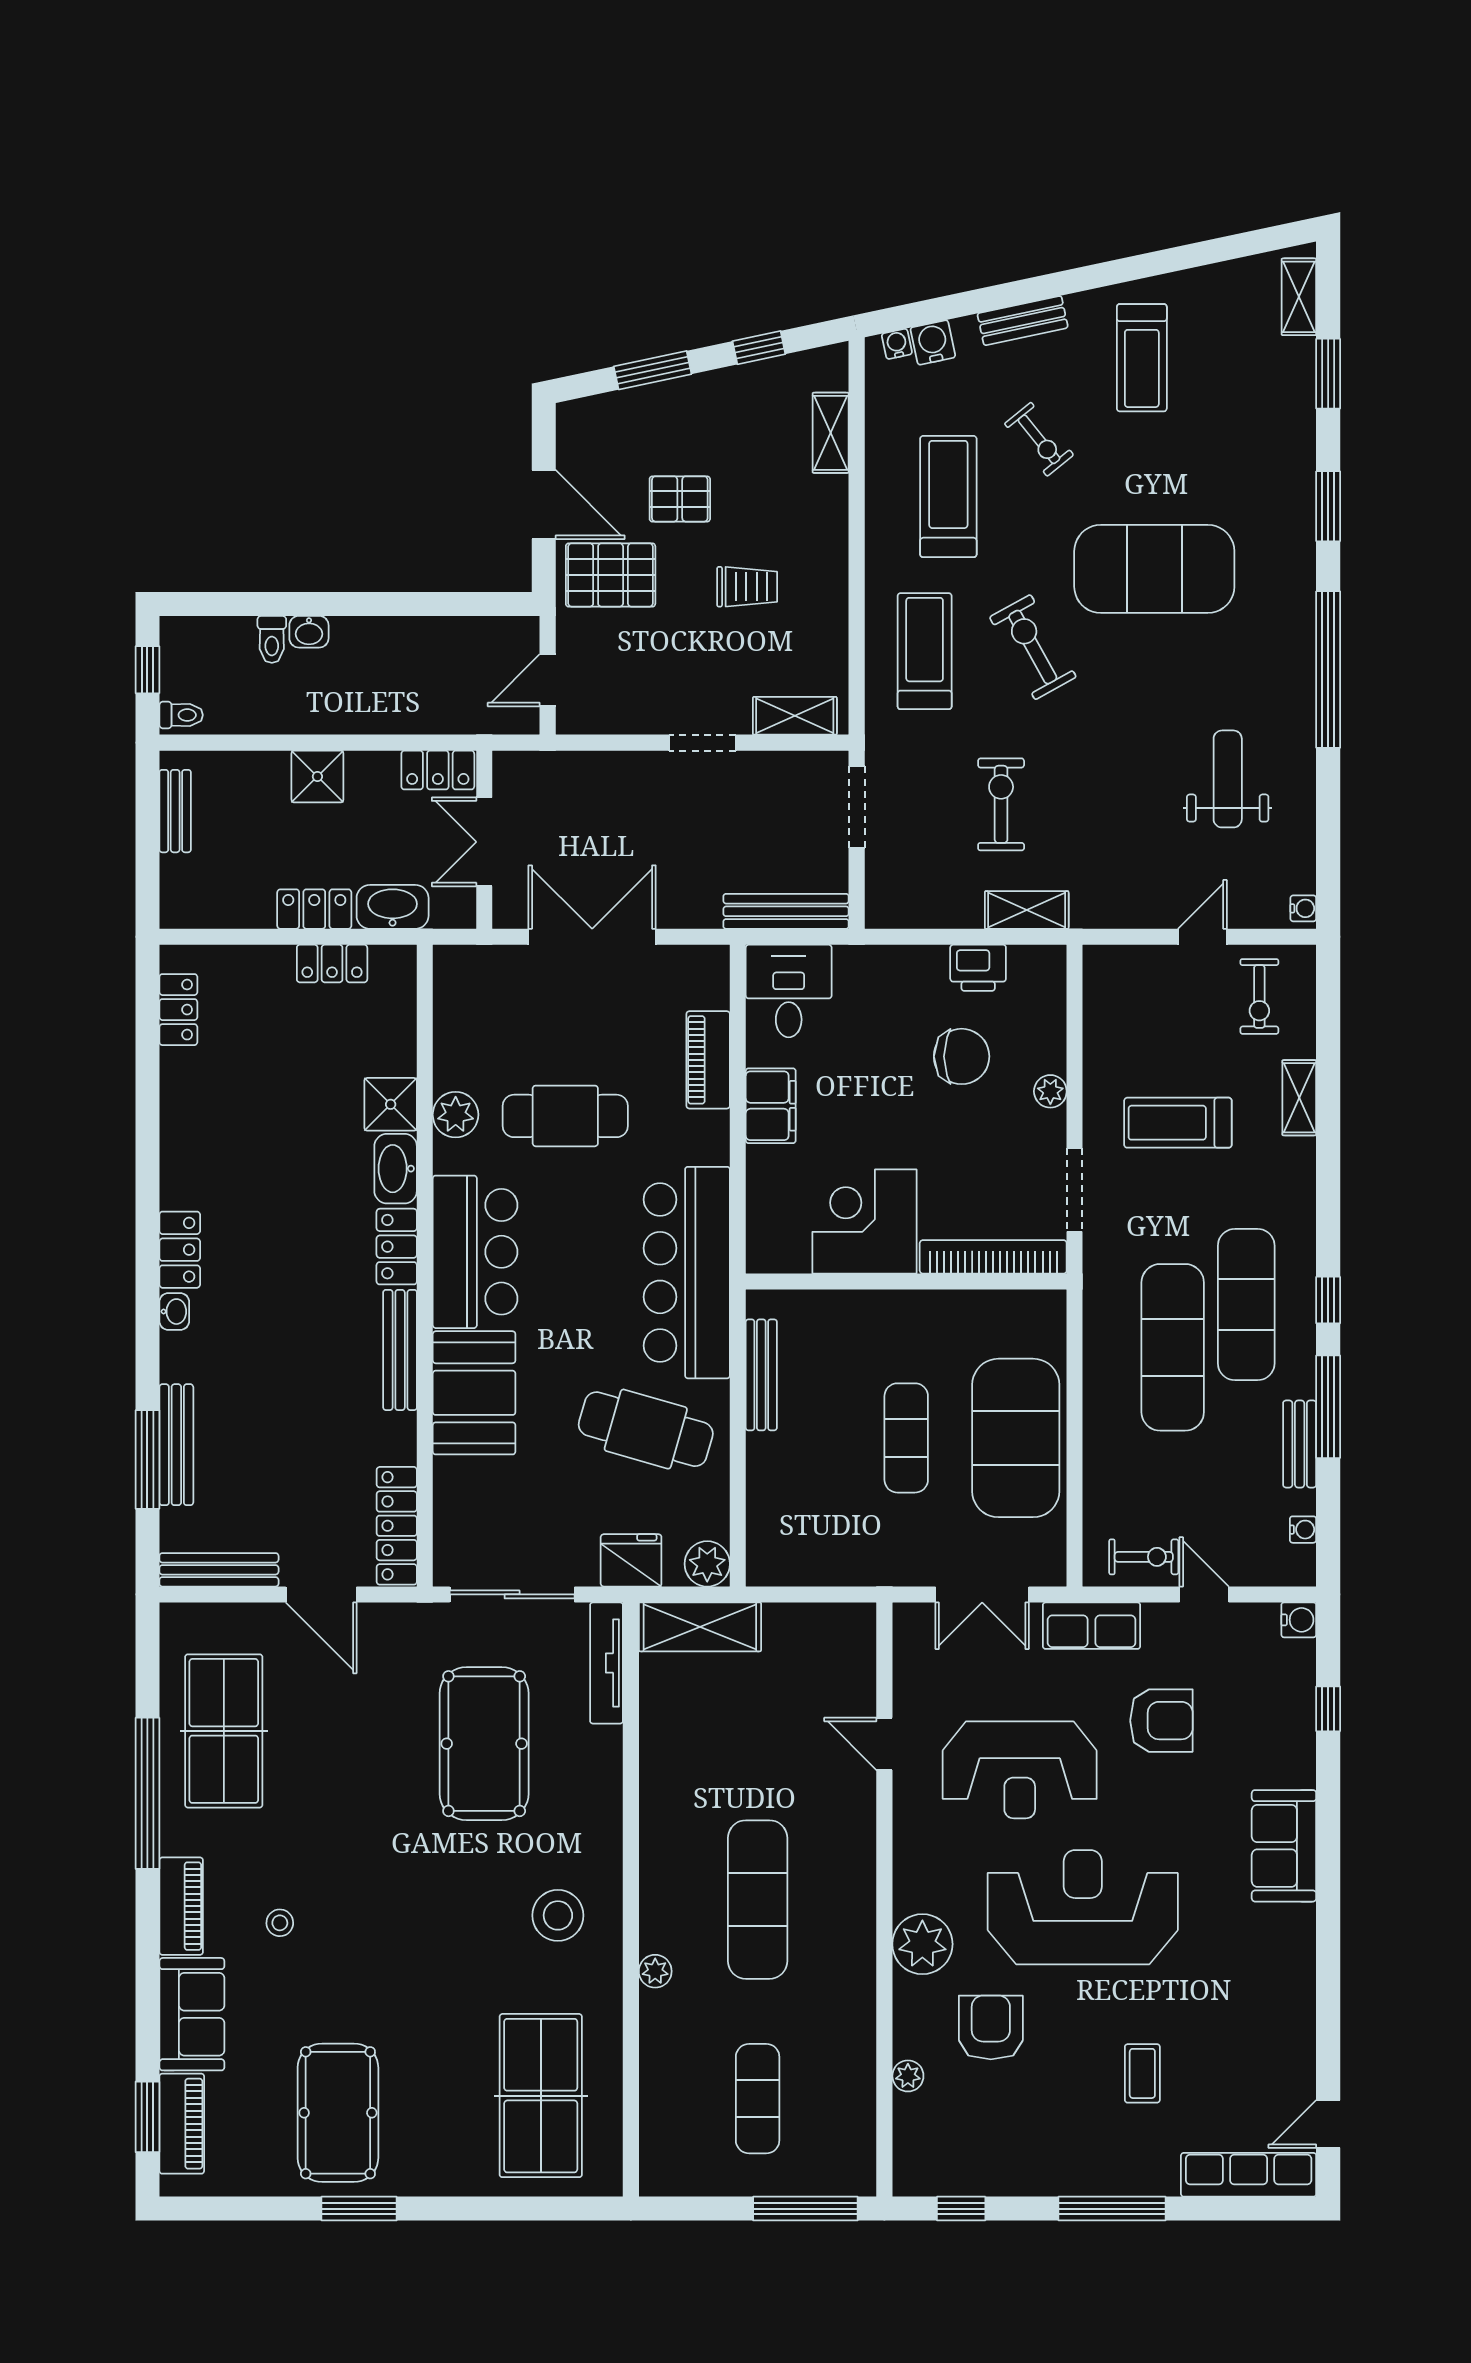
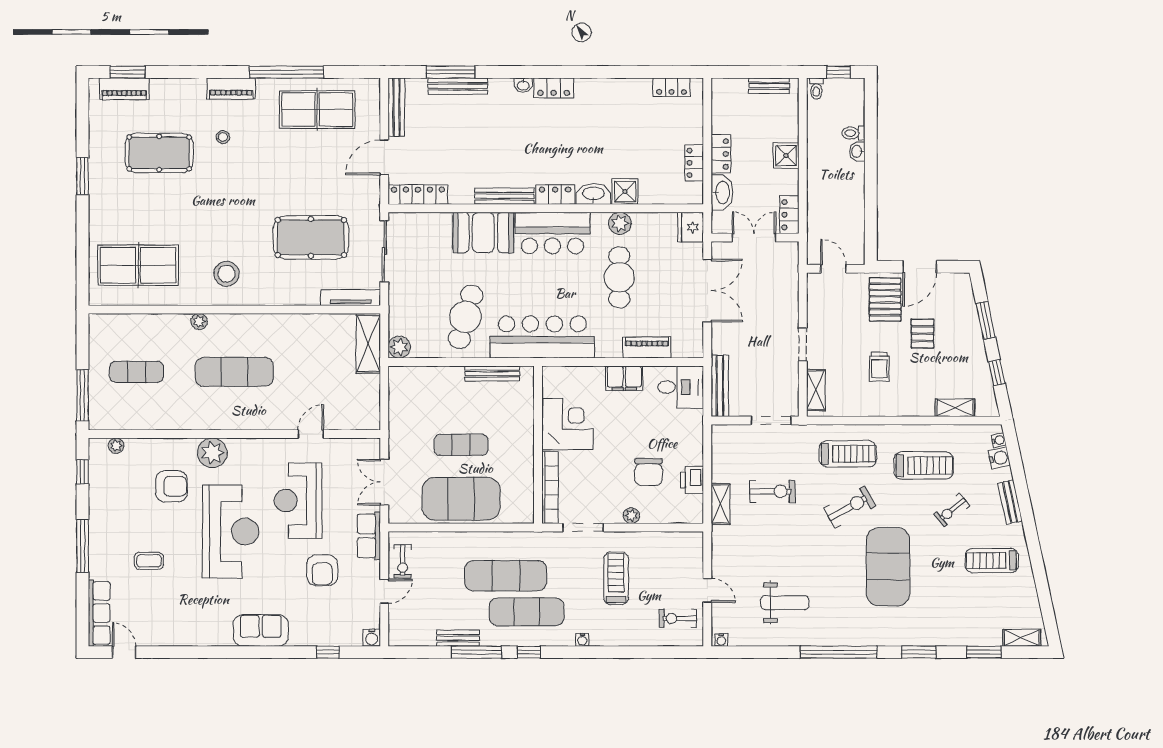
shelving: (1299, 1098) -> (628, 638), removed
water cooler: (1303, 1530) -> (582, 640), moved
fridge: (631, 1560) -> (691, 227), moved, turned 180
sofa: (192, 2014) -> (178, 94), removed
plant: (908, 2076) -> (116, 446), moved
pool table: (338, 2113) -> (159, 153), moved

